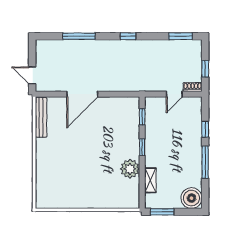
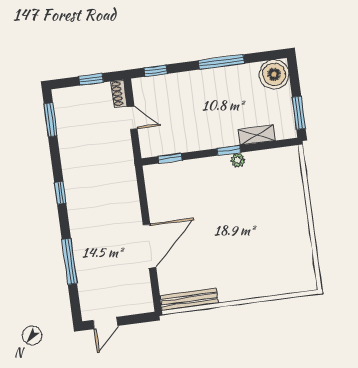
door: (32, 75) -> (106, 323), moved
door: (82, 94) -> (149, 246), hinge flipped
window: (205, 129) -> (156, 71), moved
window: (142, 147) -> (229, 150), moved
plant: (130, 169) -> (238, 160), width x0.53, depth x0.53

